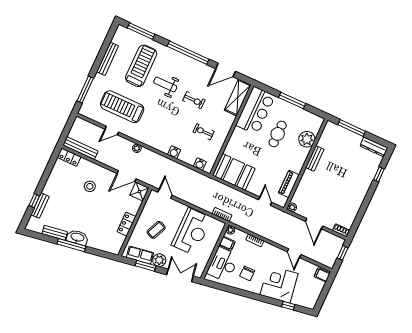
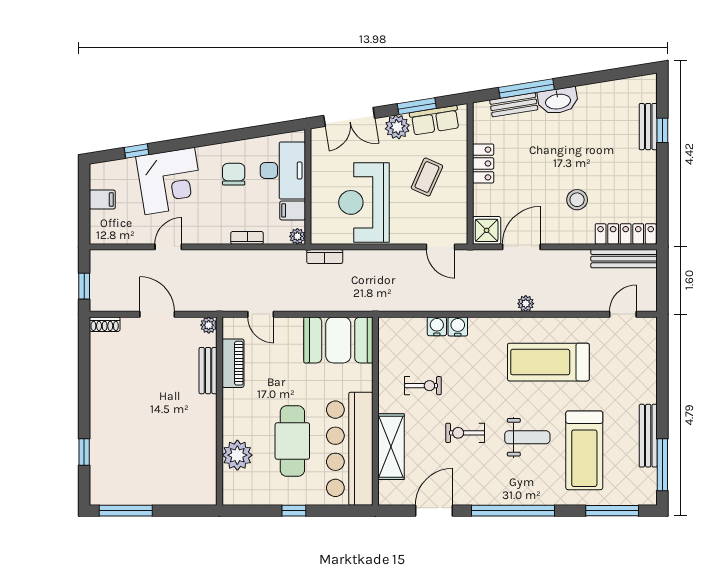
window: (85, 89) -> (662, 465), moved
shelving: (238, 97) -> (391, 447), moved
window: (292, 101) -> (294, 511), width x0.46
treadmill: (122, 107) -> (548, 362), moved, turned 180
bar counter: (255, 111) -> (350, 449), width x1.36
window: (352, 128) -> (126, 511), moved
door: (112, 131) -> (623, 314), moved
cafe table: (278, 134) -> (292, 441), width x1.37, depth x1.35
dresser: (374, 147) -> (115, 496), removed
locker: (69, 157) -> (626, 234), width x1.53
bench: (315, 158) -> (208, 371), moved
water cooler: (200, 164) -> (437, 326), moved
bench: (55, 233) -> (514, 105), moved
window: (71, 245) -> (526, 89), moved
door: (294, 253) -> (168, 247), hinge flipped
filing cabinet: (322, 275) -> (102, 200), moved

